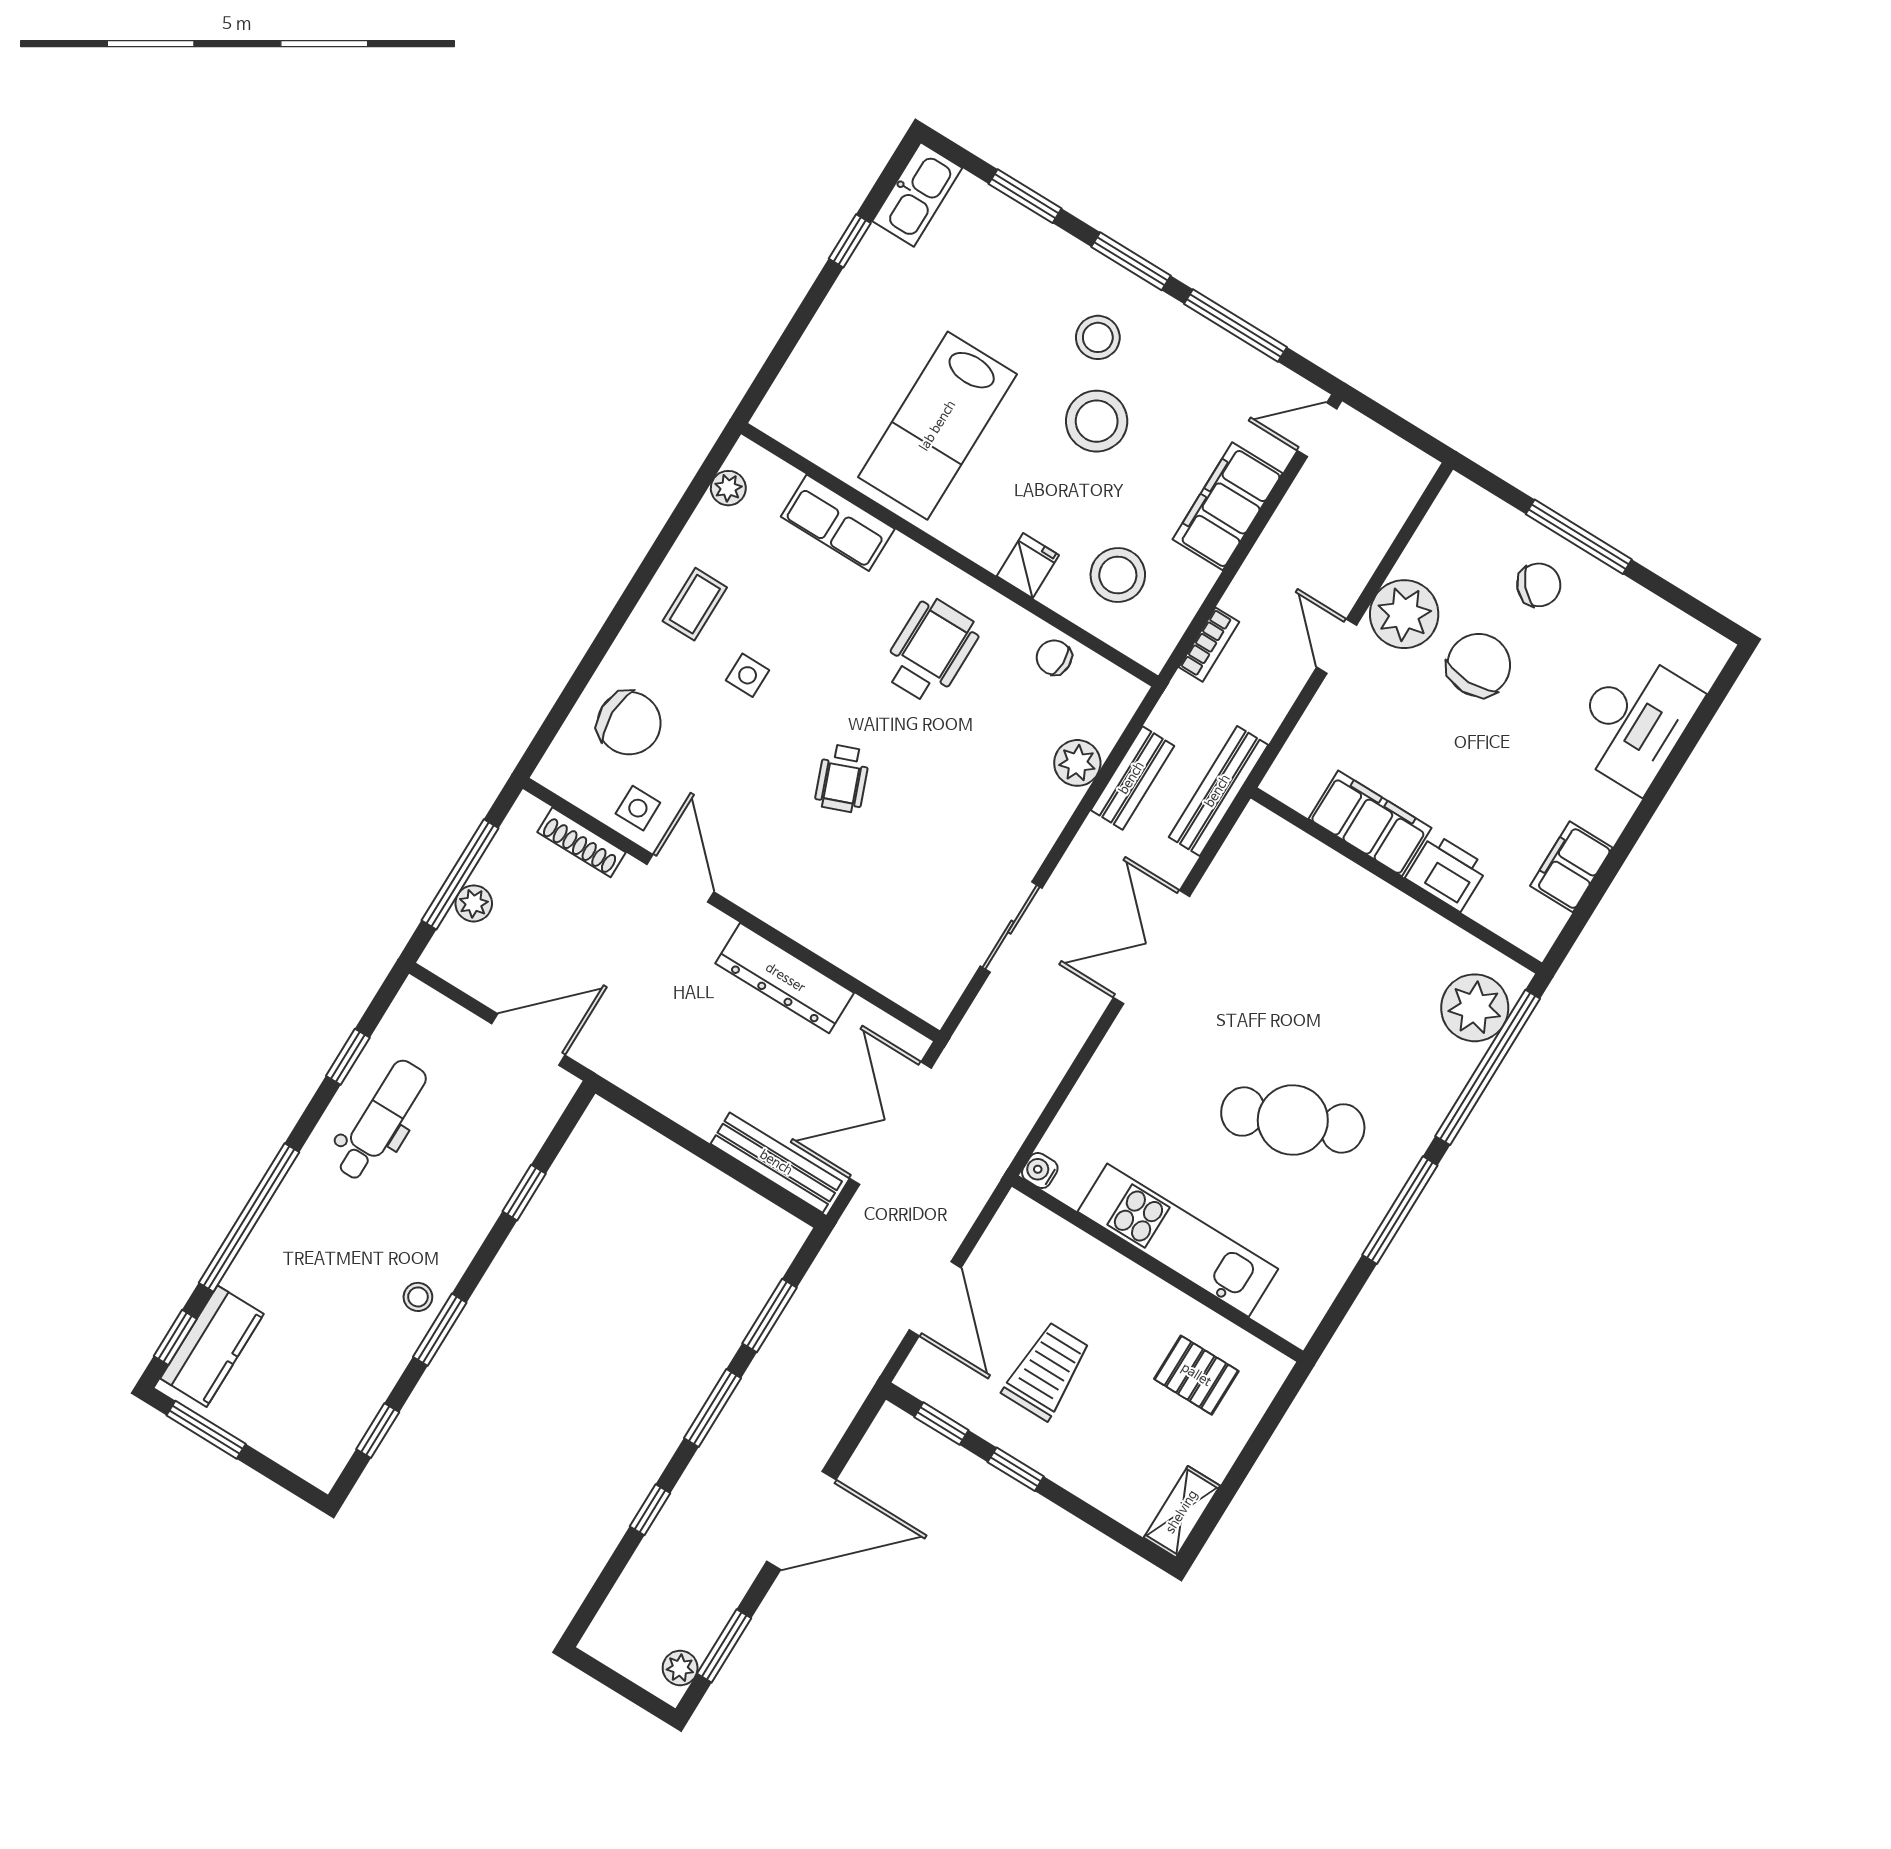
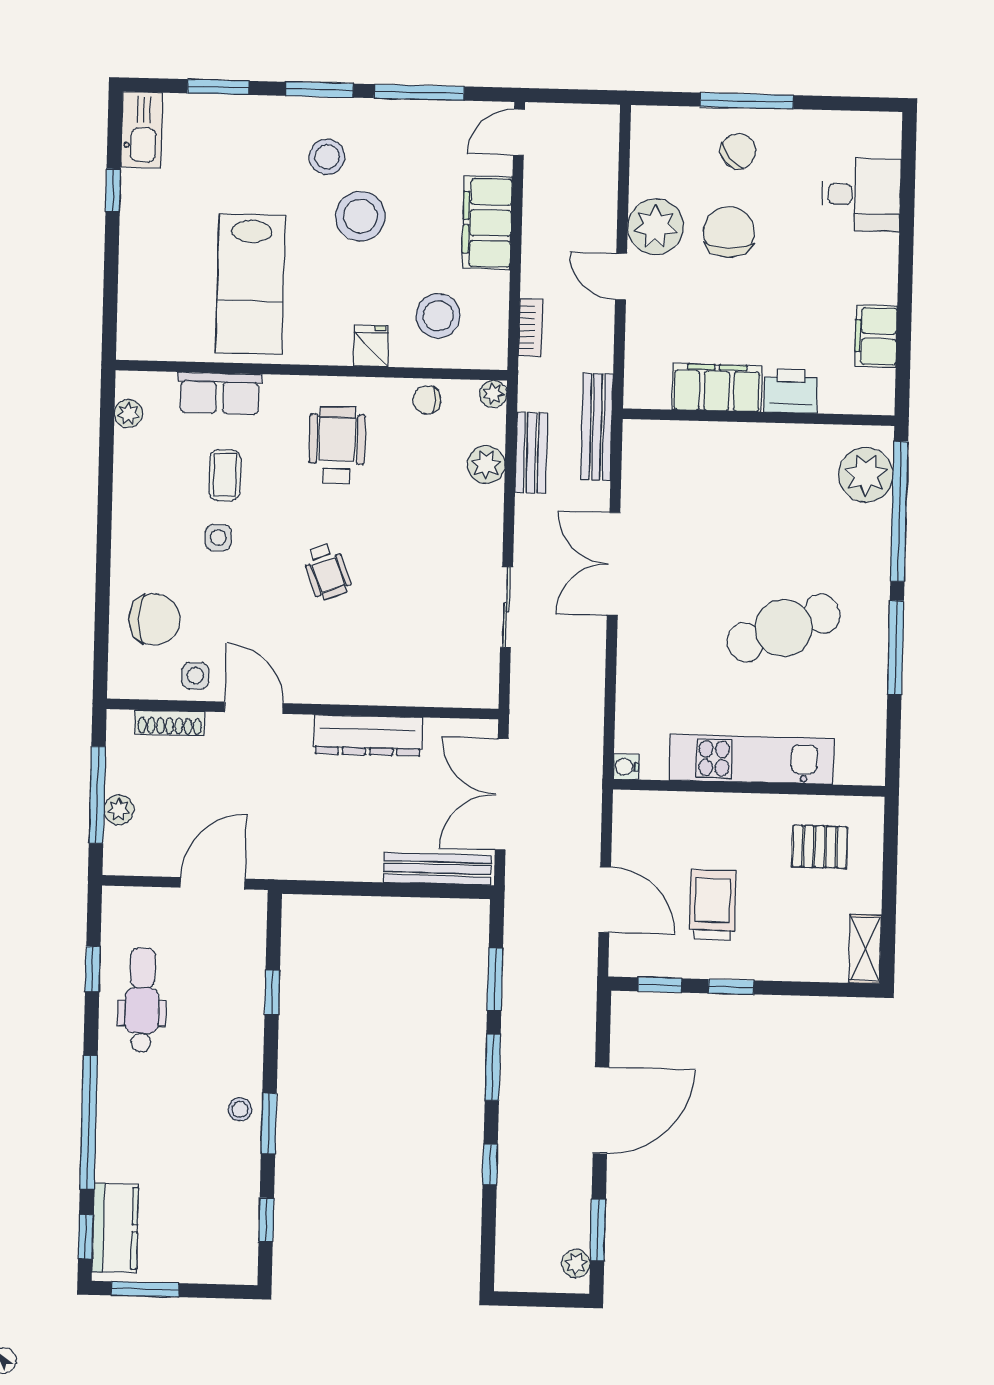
coffee table: (695, 604) -> (225, 475), moved
plant: (1128, 692) -> (493, 394), added
desk: (1634, 721) -> (861, 195), width x0.73

